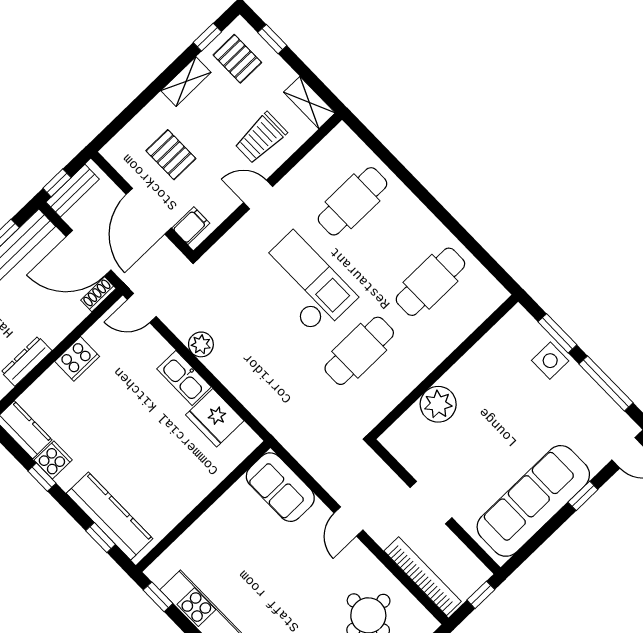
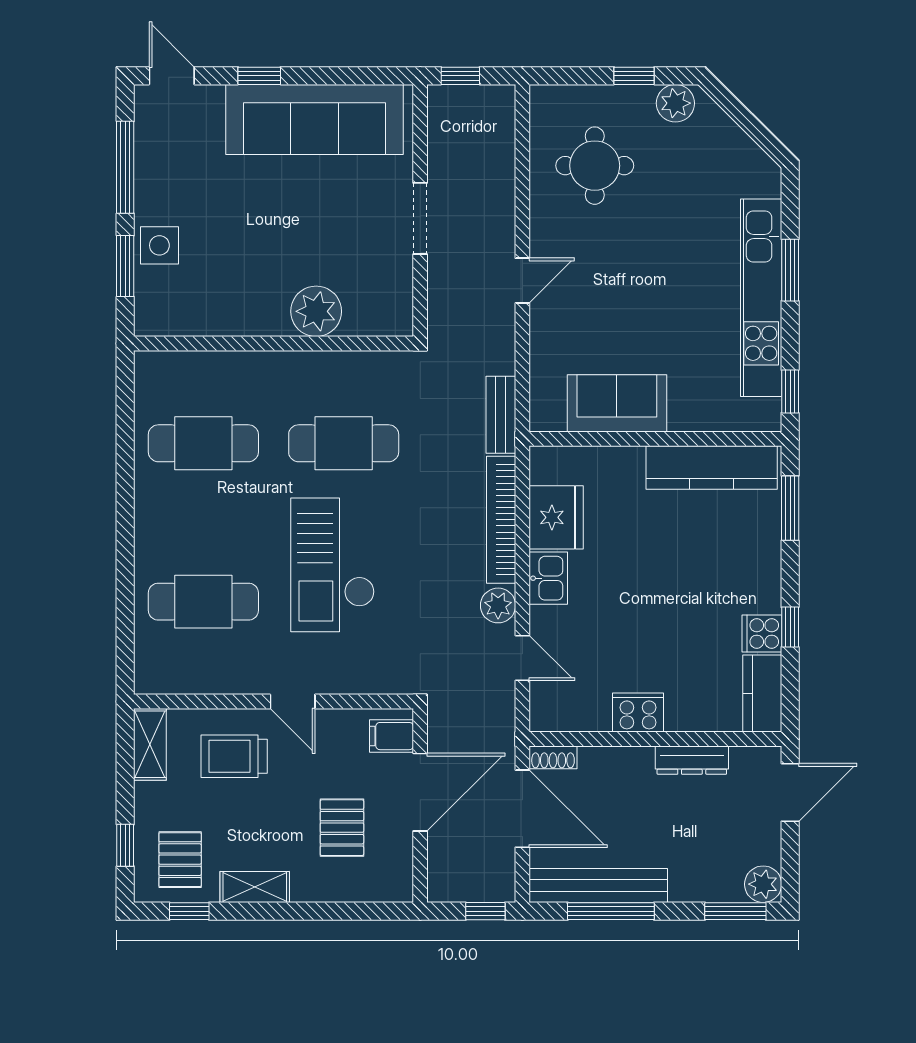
trolley: (261, 138) -> (234, 756), turned 180
bench: (73, 191) -> (501, 415), moved, turned 90
door: (142, 308) -> (522, 658), moved
kitchen sink: (184, 378) -> (548, 578), width x0.73
sofa: (280, 487) -> (617, 403), moved, turned -90
kitchen counter: (110, 516) -> (712, 468), moved, turned -90
window: (101, 538) -> (790, 508), width x1.50
bookcase: (423, 576) -> (501, 520), moved

